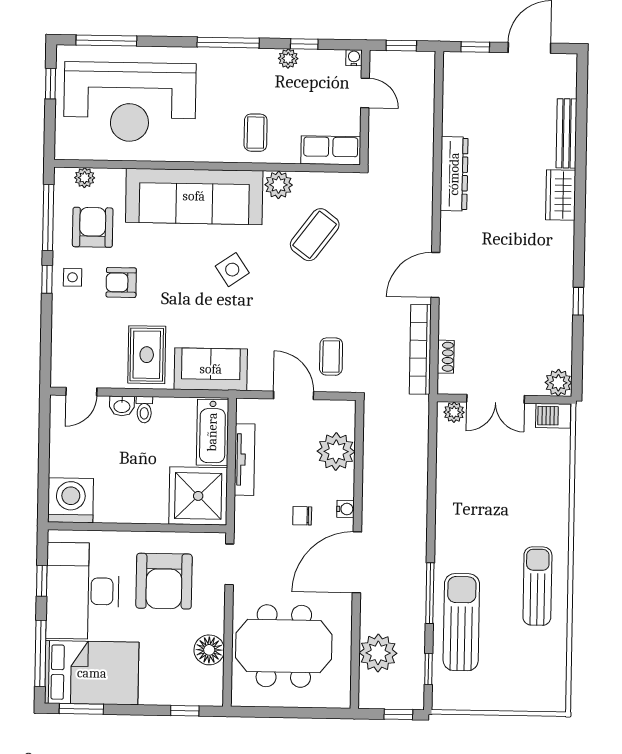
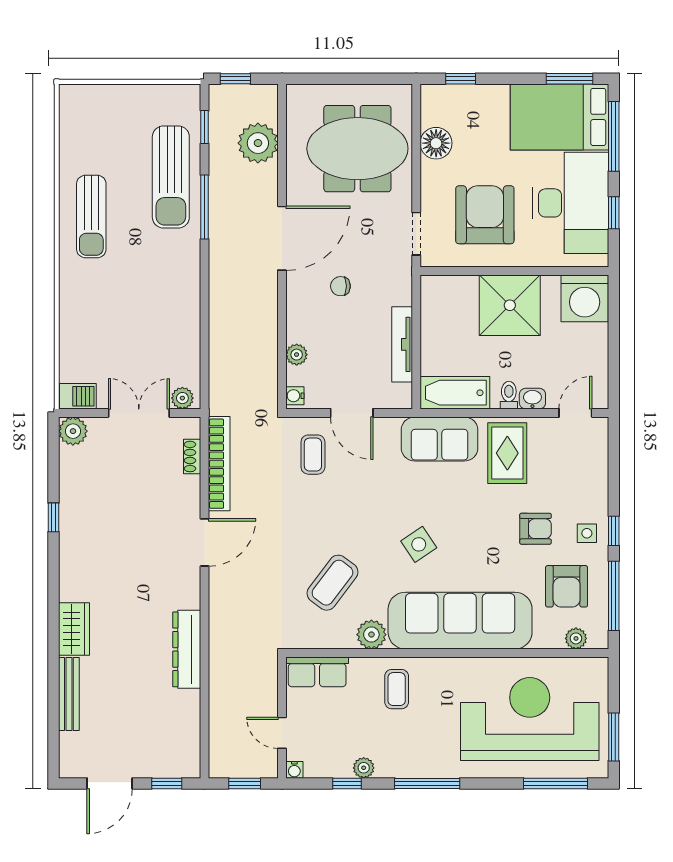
window: (50, 84) -> (614, 737), width x1.50
bathtub: (212, 432) -> (455, 393), moved, turned -90
plant: (336, 451) -> (297, 355), width x0.53, depth x0.53
shower: (198, 496) -> (510, 305), moved
water cooler: (346, 509) -> (295, 396), moved
chair: (302, 516) -> (340, 286), turned 180

